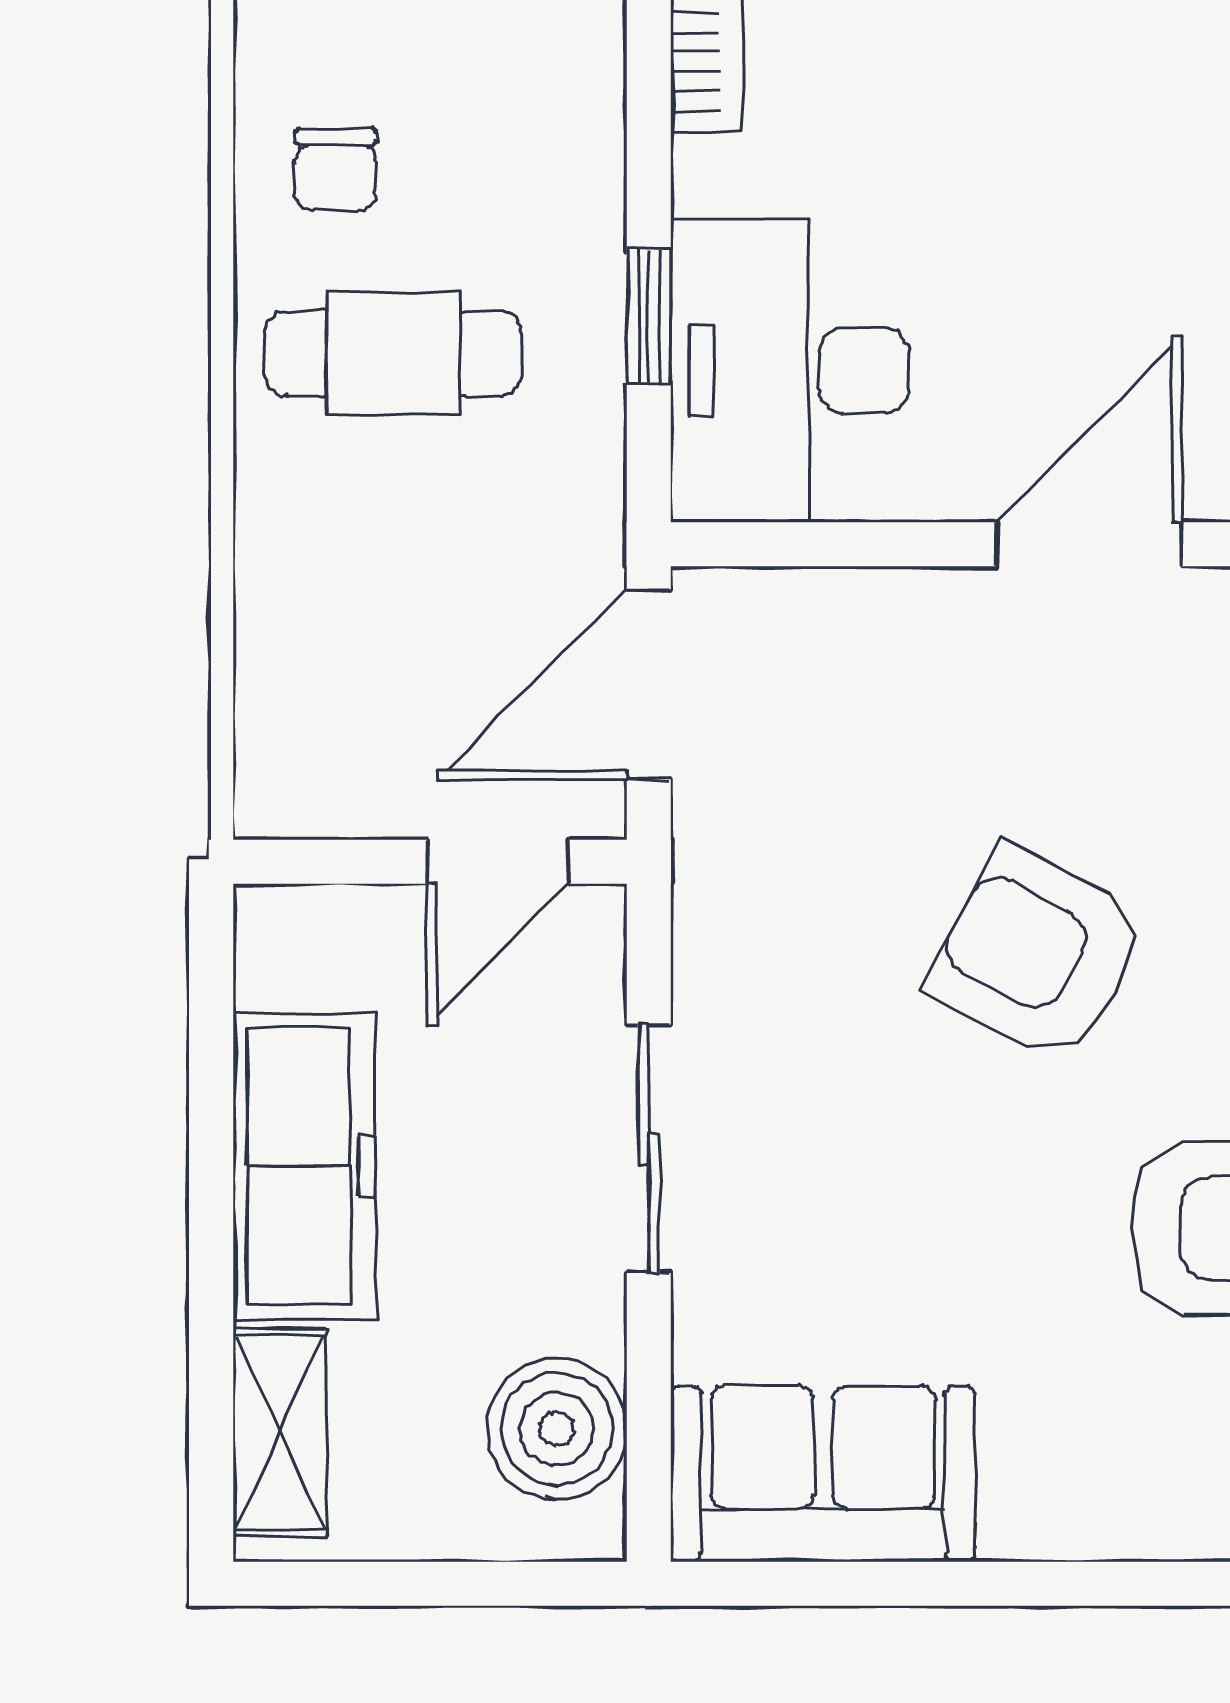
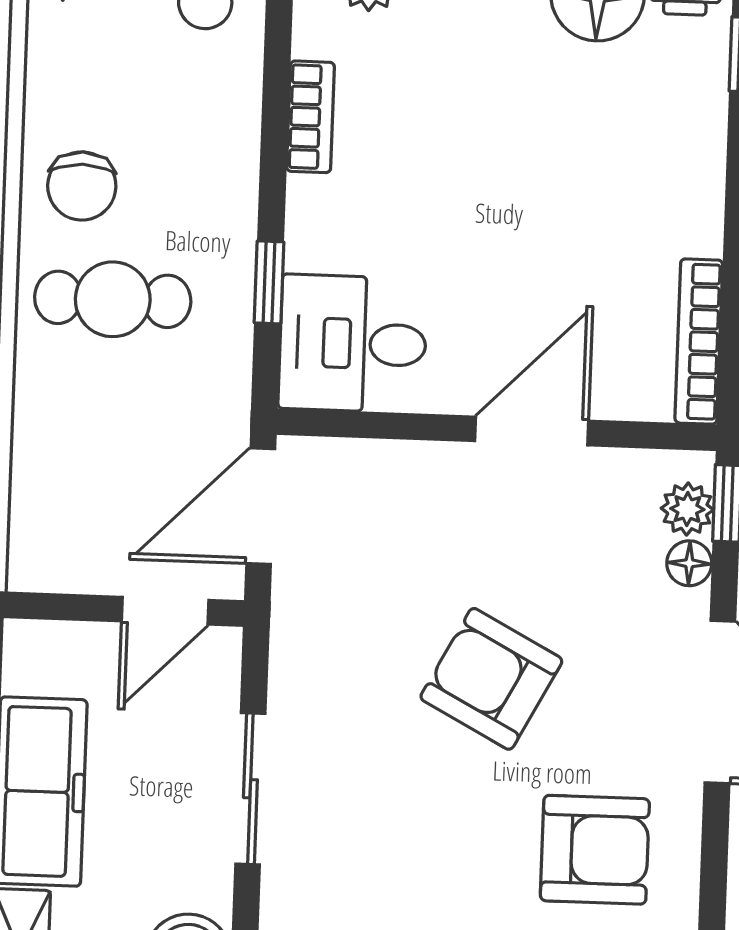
chair: (336, 169) -> (82, 186), width x1.37, depth x1.37
desk: (790, 371) -> (353, 344), width x0.73

